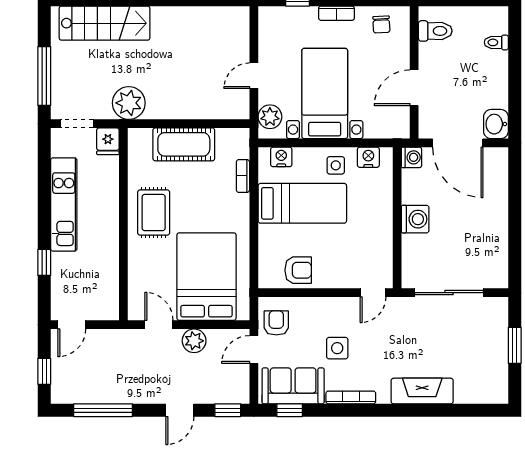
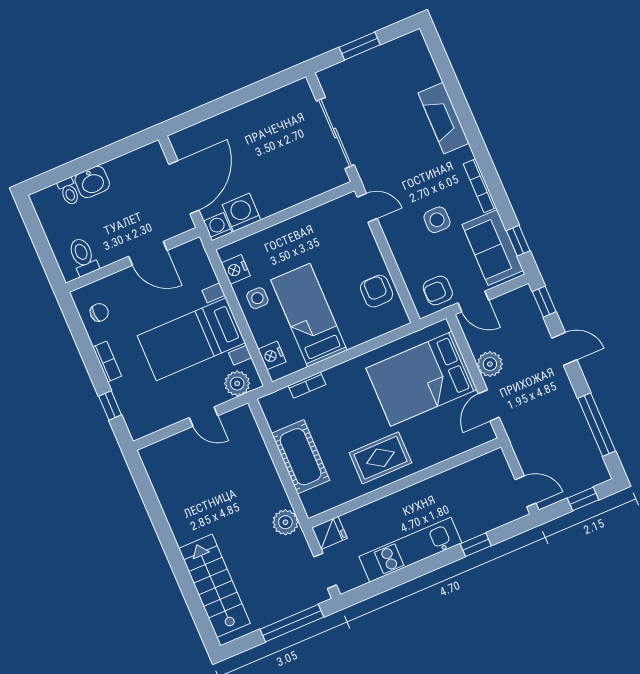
plant: (129, 103) -> (285, 522), width x0.73, depth x0.73
washbasin: (496, 124) -> (92, 182), moved
washing machine: (415, 219) -> (241, 212), moved

